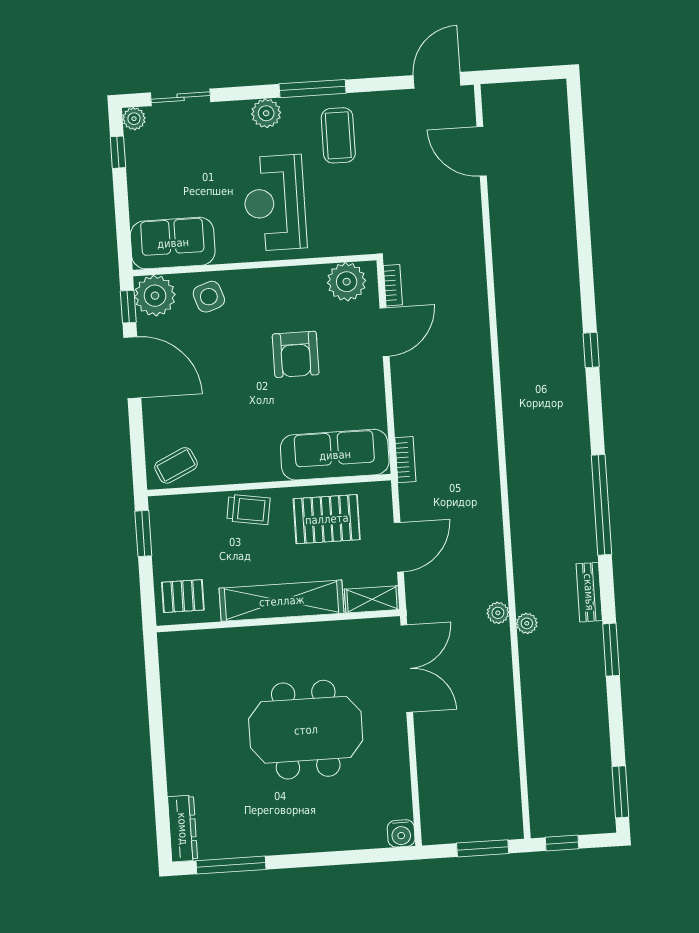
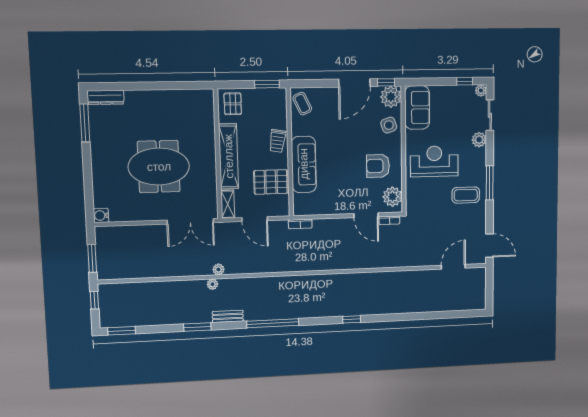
plant: (266, 113) -> (479, 140), moved
armchair: (296, 354) -> (378, 166), moved
sofa: (335, 455) -> (304, 164), moved
pallet: (327, 519) -> (271, 182), turned 90
meeting table: (306, 730) -> (159, 167), turned 90

